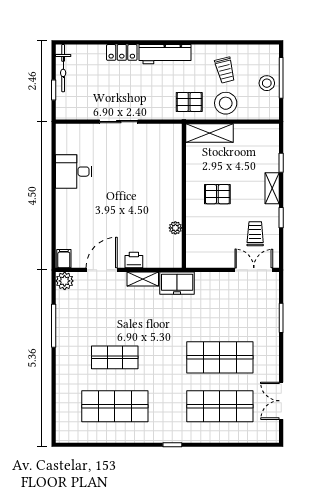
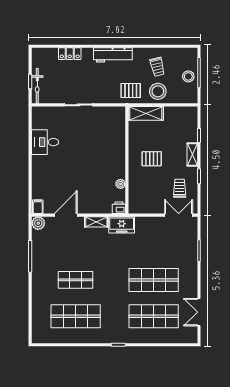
locker: (122, 52) -> (70, 54), moved
bicycle: (63, 68) -> (37, 86), moved
printer: (134, 260) -> (119, 208), moved

